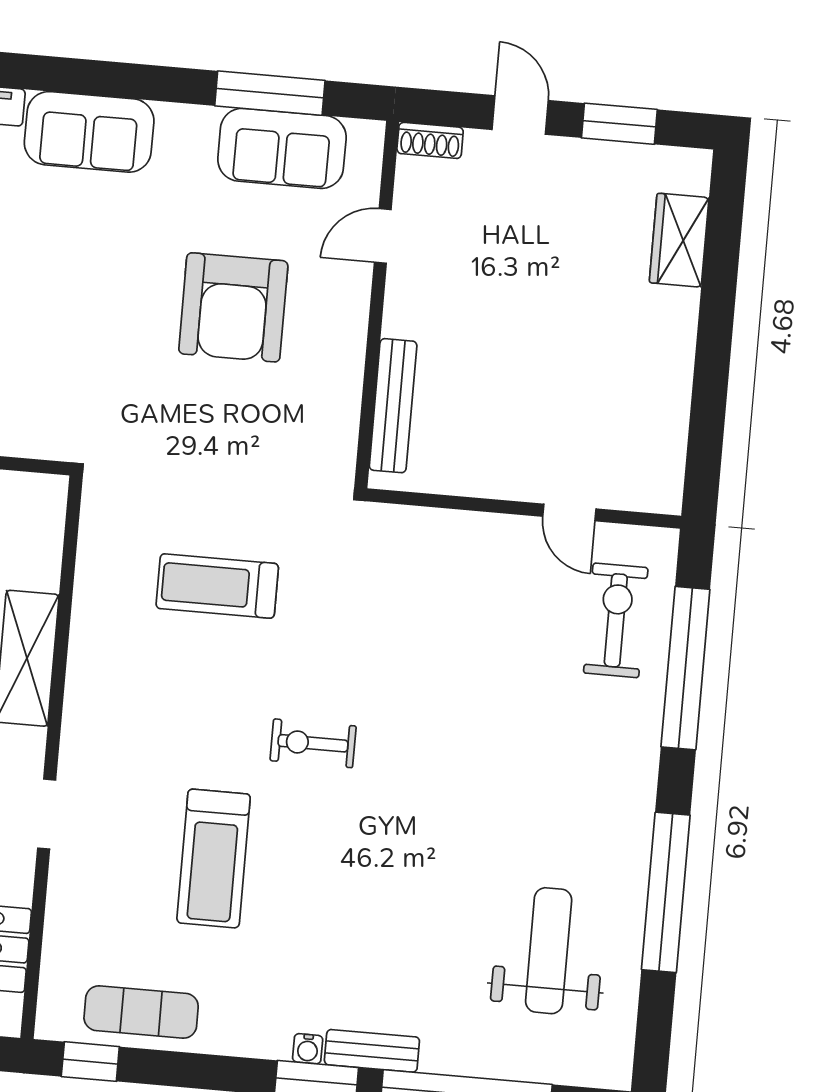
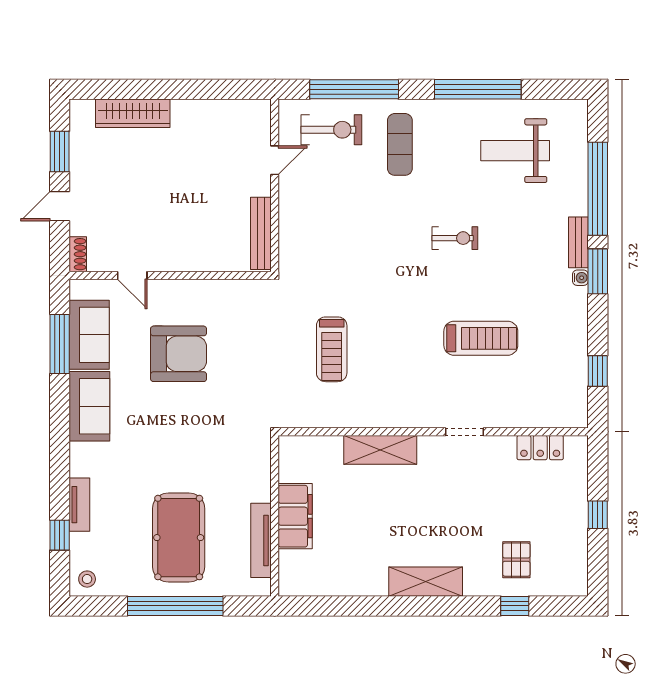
sofa: (89, 132) -> (89, 406), moved
wardrobe: (679, 240) -> (133, 113), width x1.50
bench: (393, 406) -> (261, 233), moved, turned 90
exercise bike: (616, 620) -> (331, 130), turned 180
exercise bike: (313, 743) -> (455, 238), moved, turned -90
exercise mat: (141, 1012) -> (400, 144), moved
window: (90, 1062) -> (598, 371), moved

